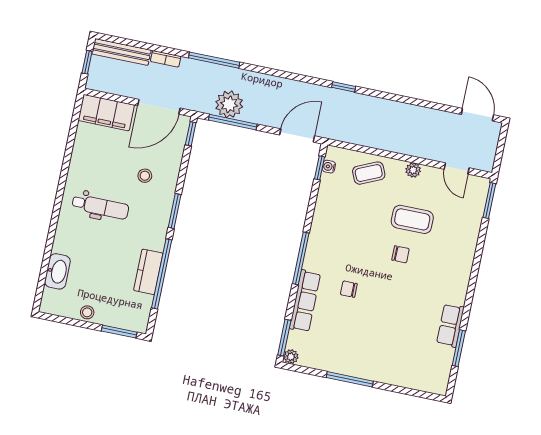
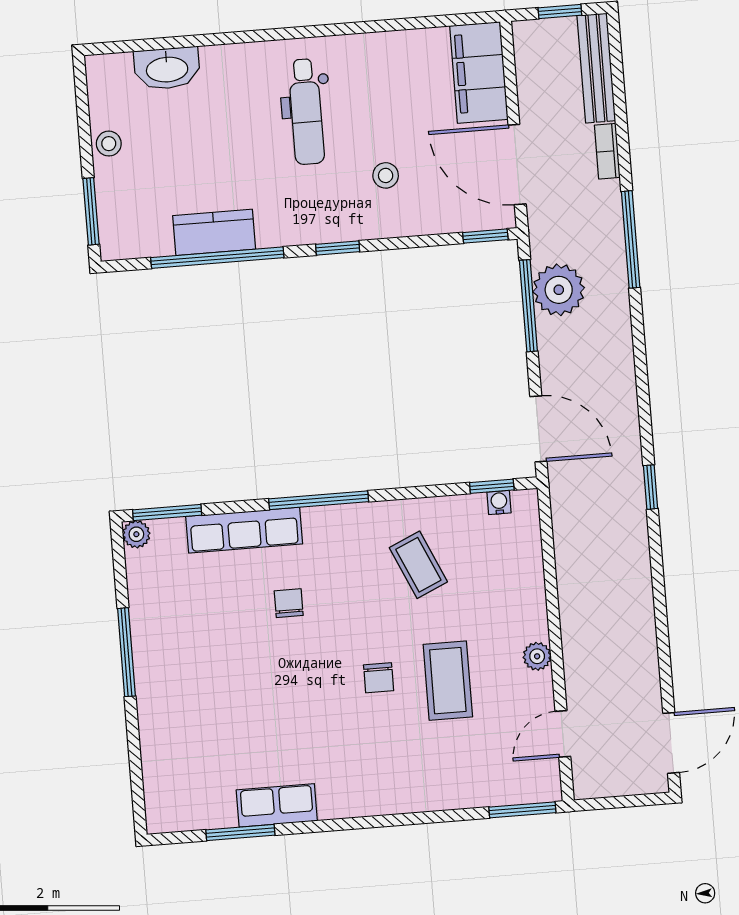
coffee table: (369, 173) -> (418, 565), moved
window: (175, 211) -> (338, 248), width x0.67

